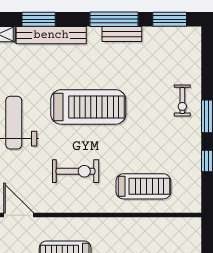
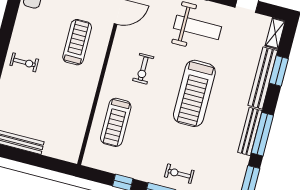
bench: (122, 34) -> (250, 131), width x1.36
exercise bike: (76, 171) -> (143, 69), width x0.73, depth x0.72

